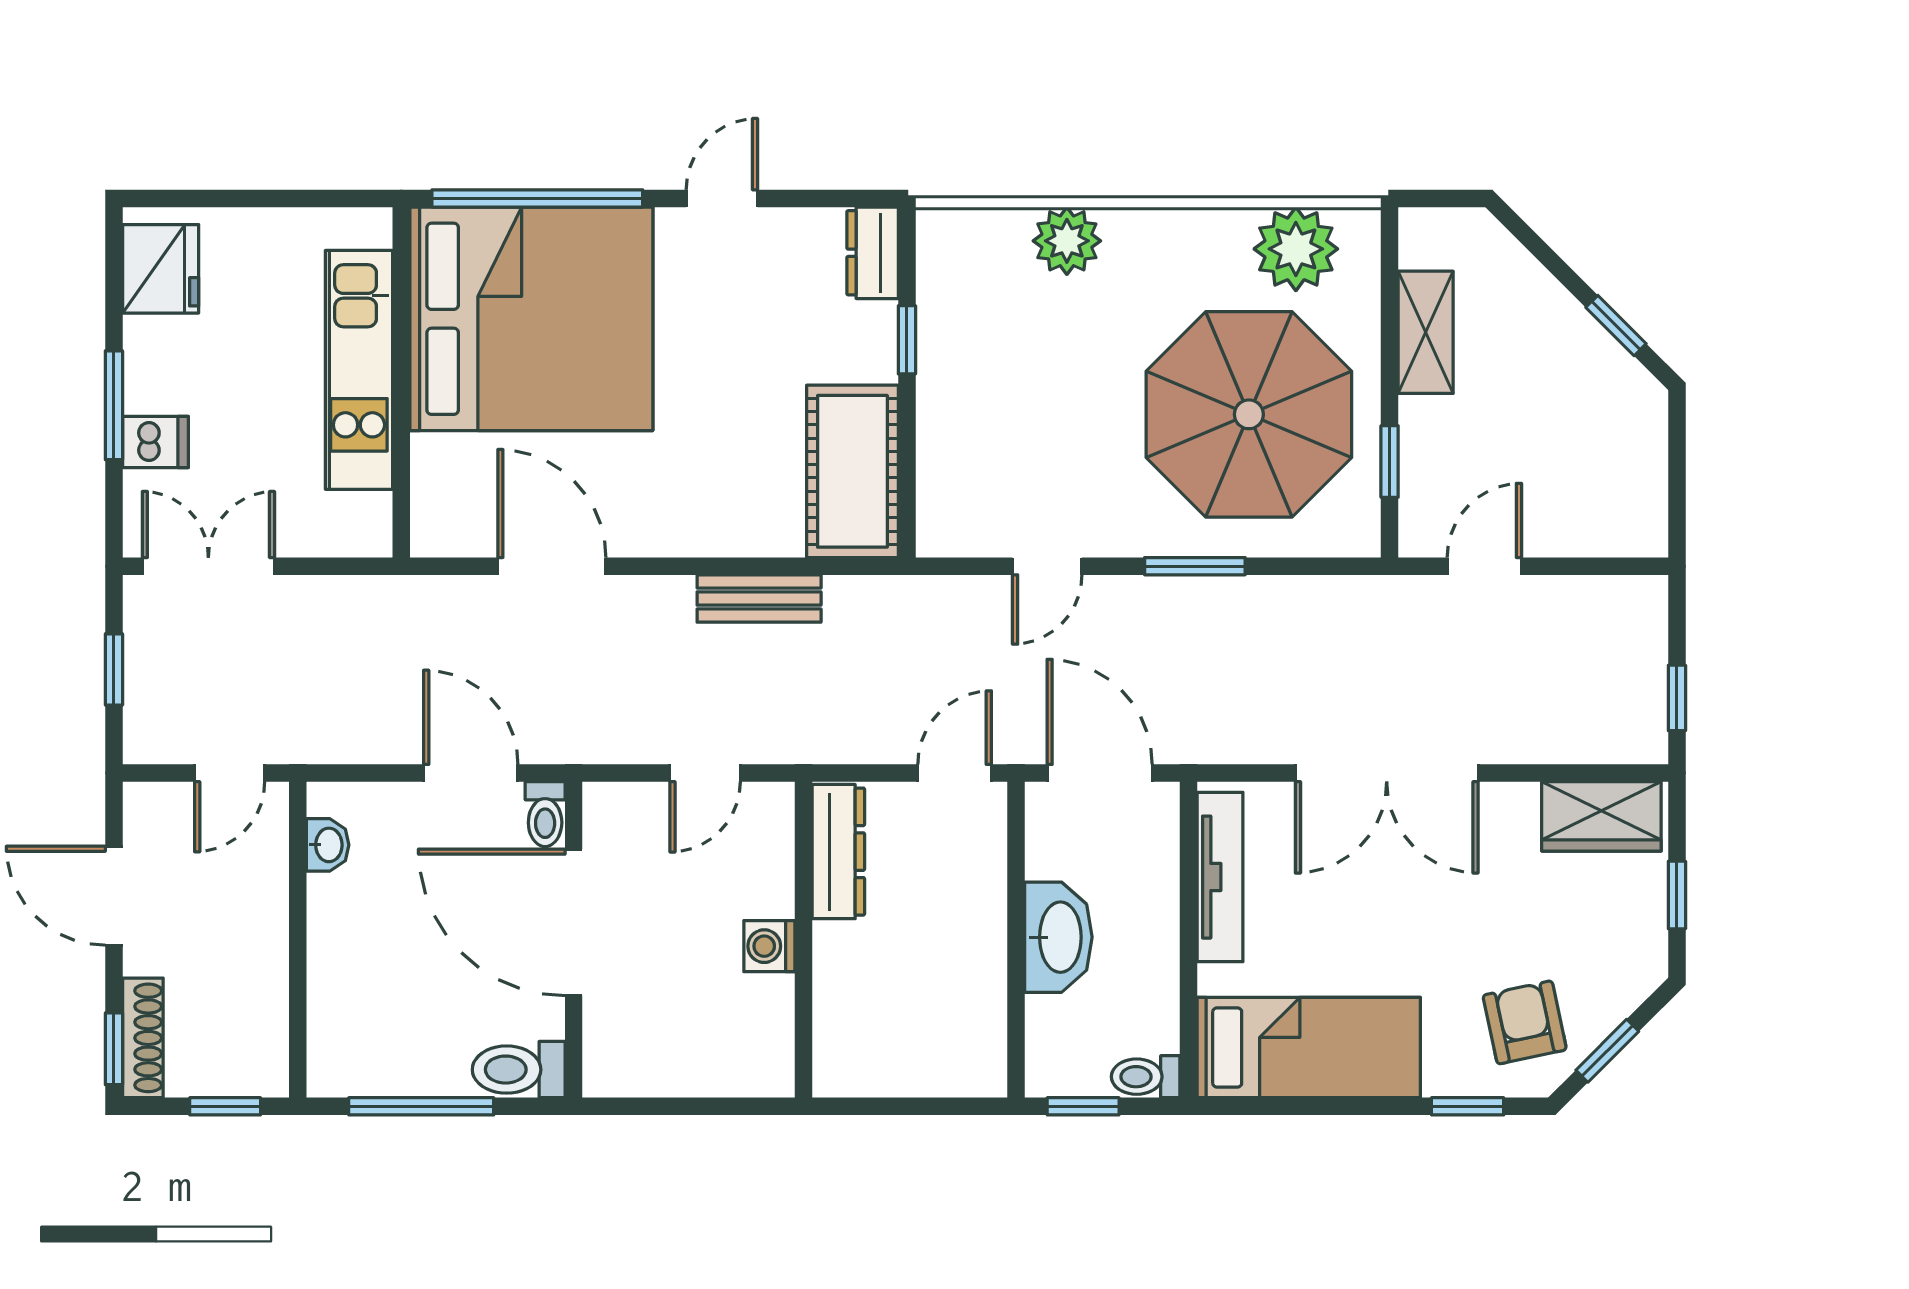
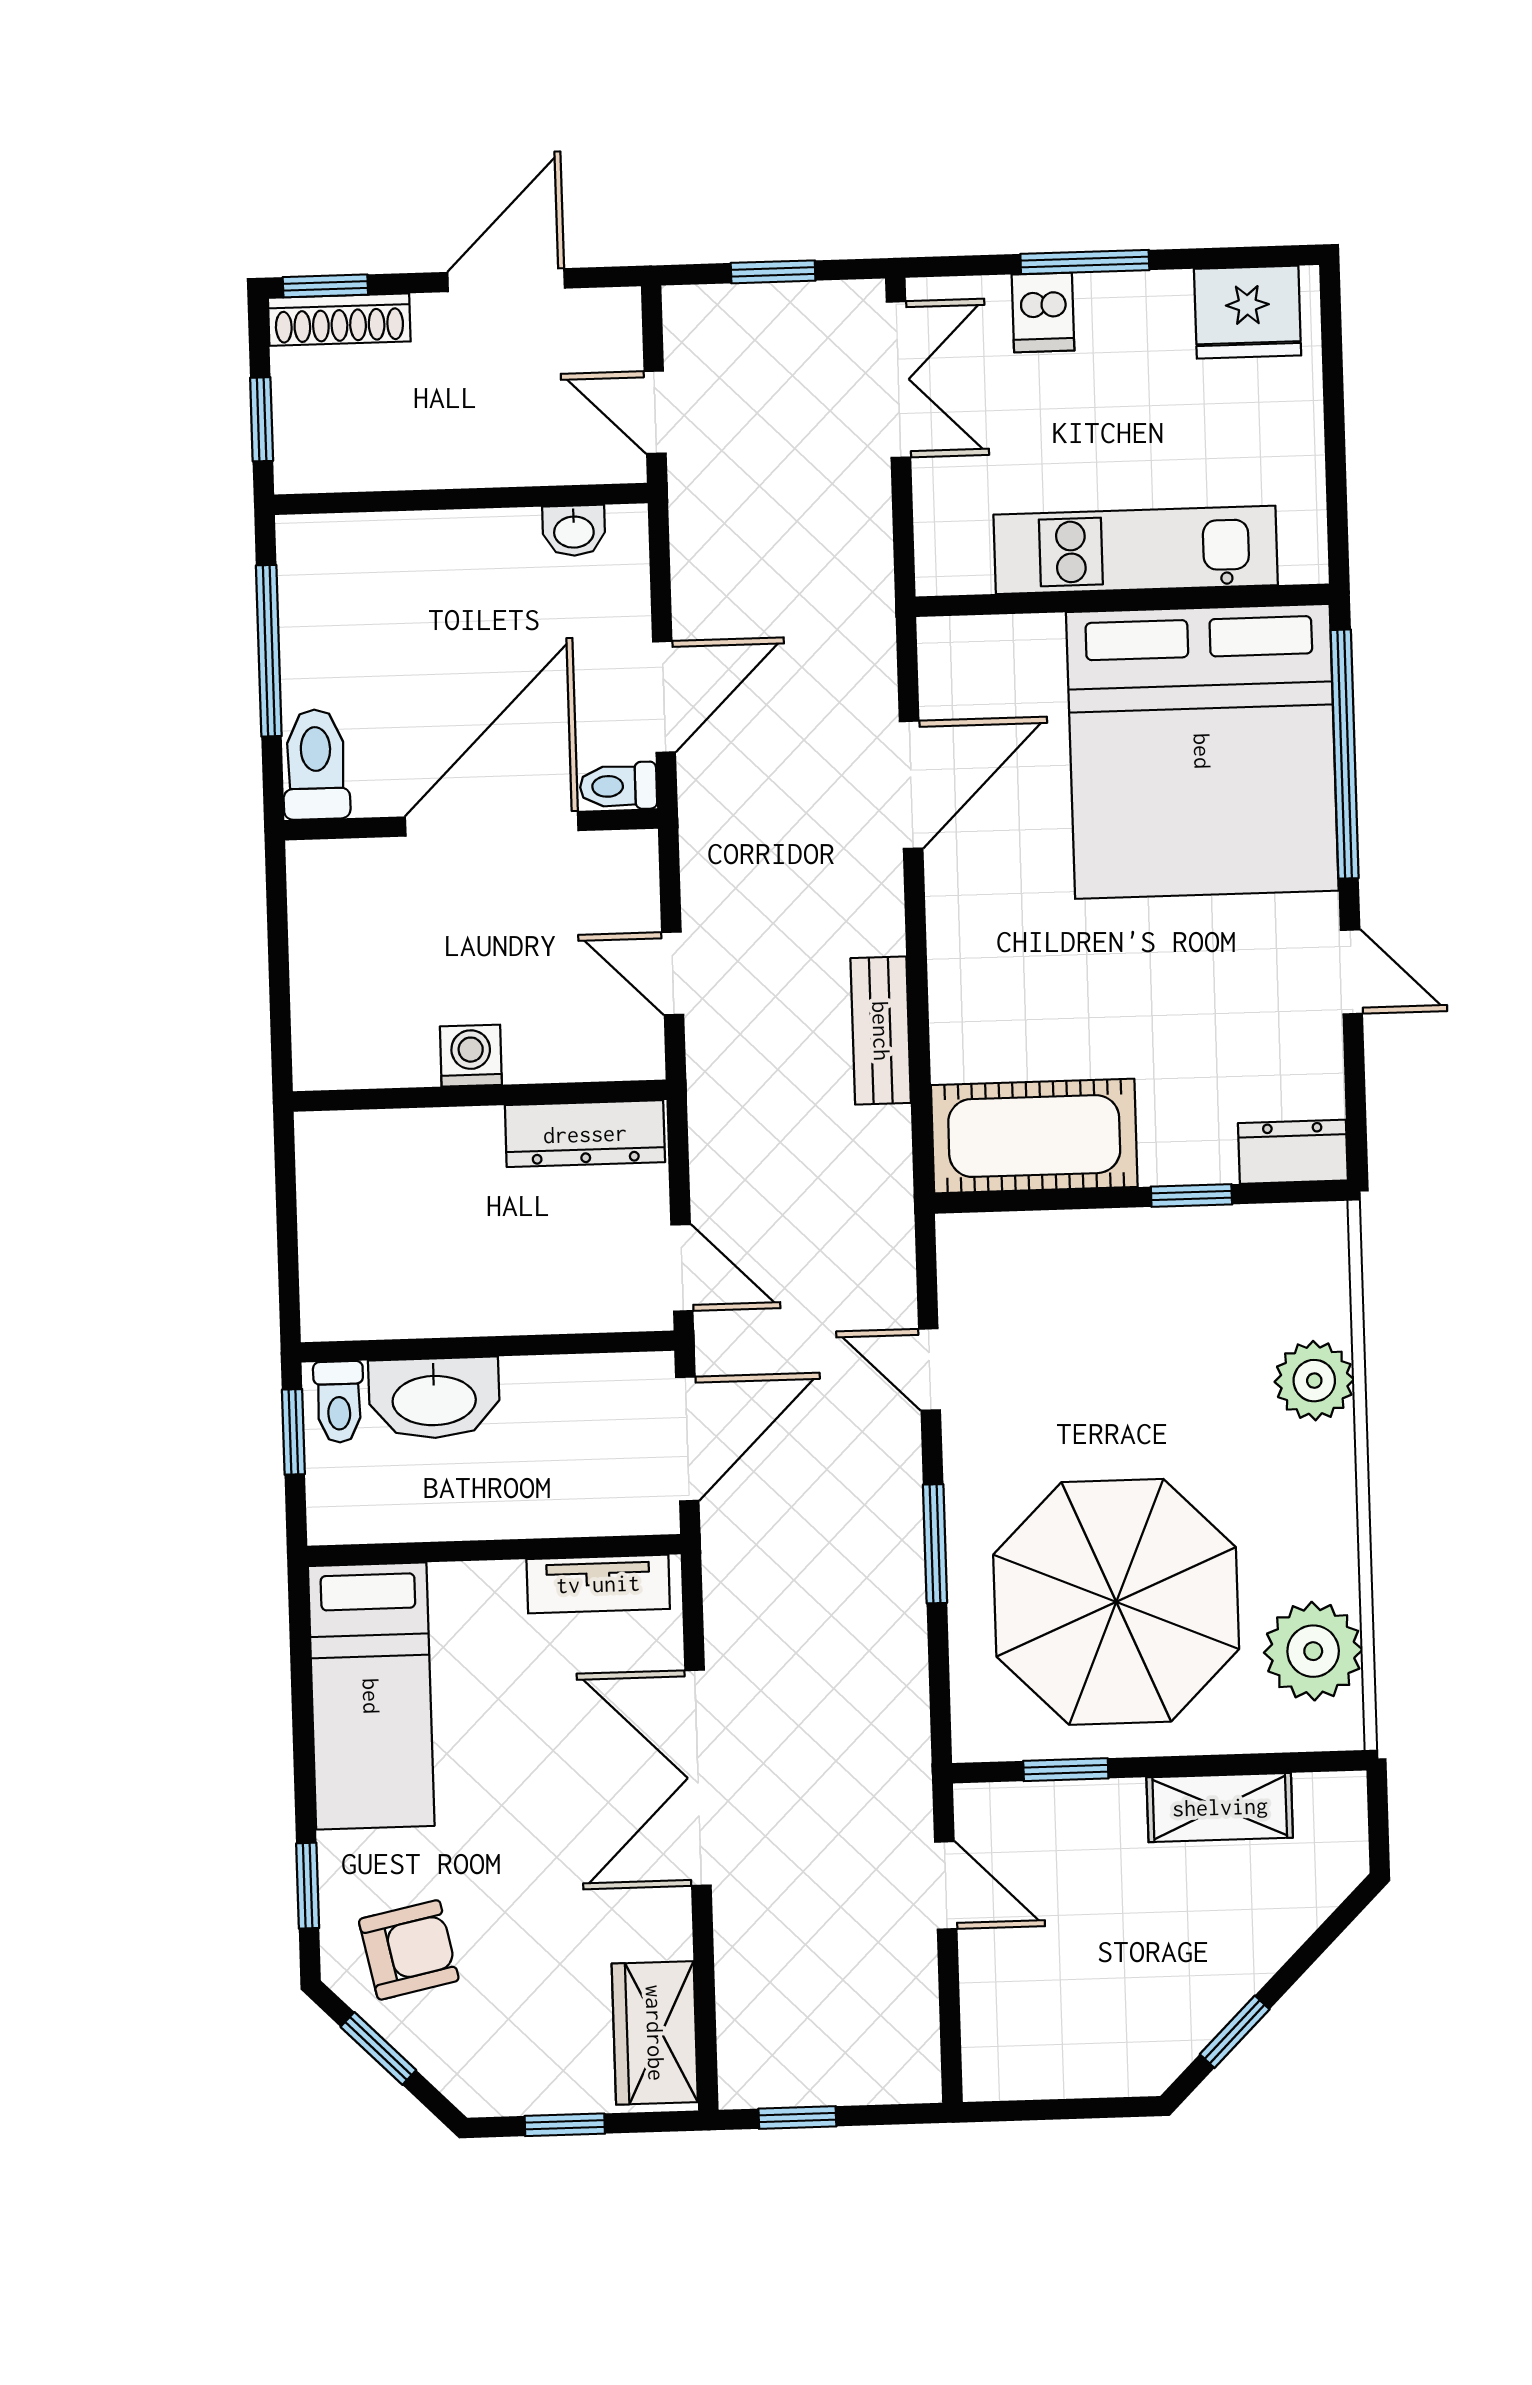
tv unit: (1220, 877) -> (598, 1584), width x0.71
washbasin: (1058, 937) -> (434, 1398), moved
toilet: (1146, 1077) -> (339, 1402), moved, turned 180

